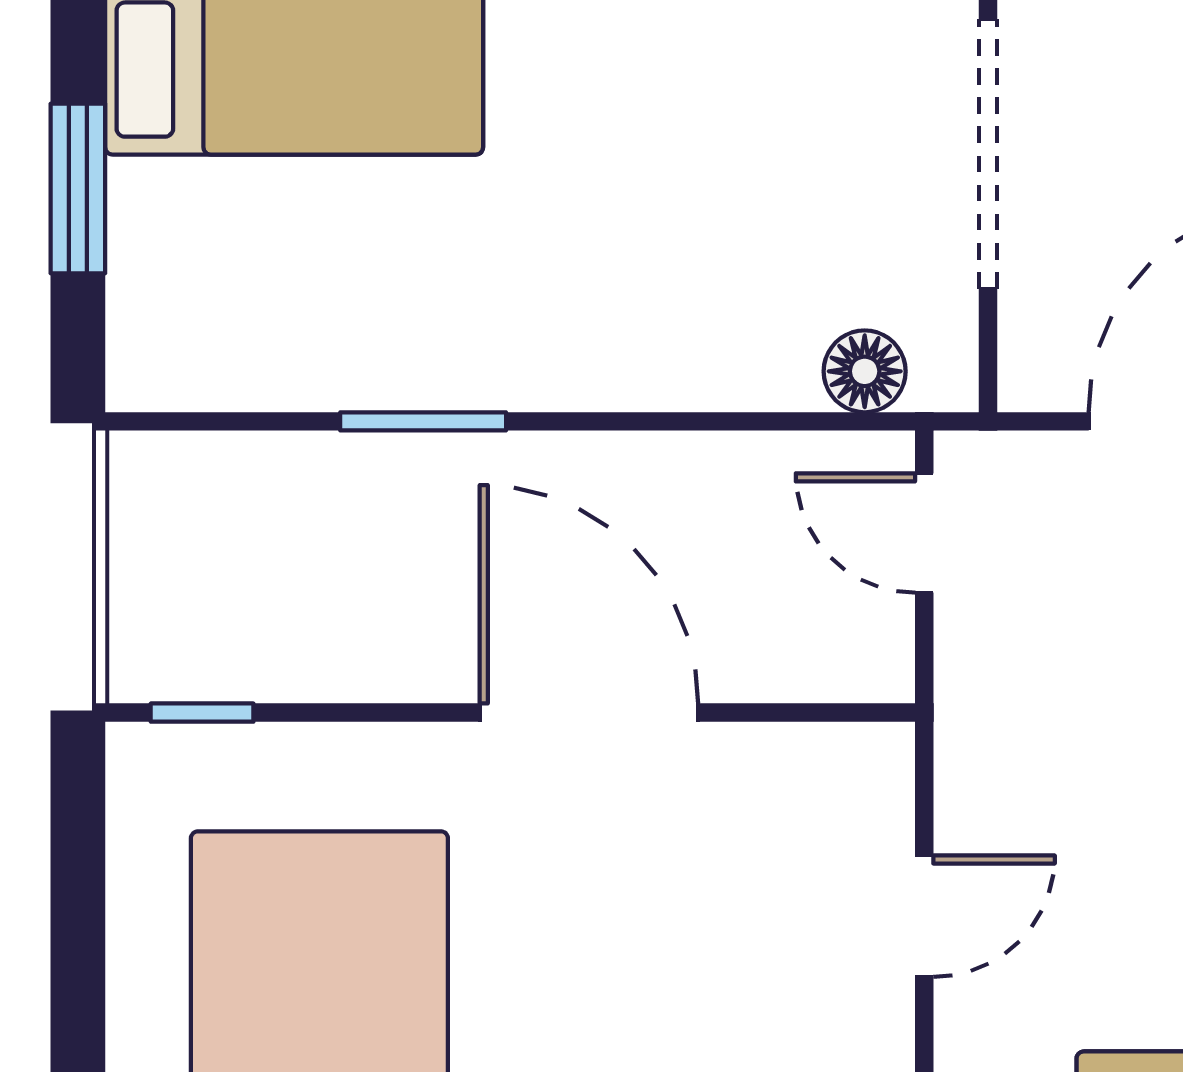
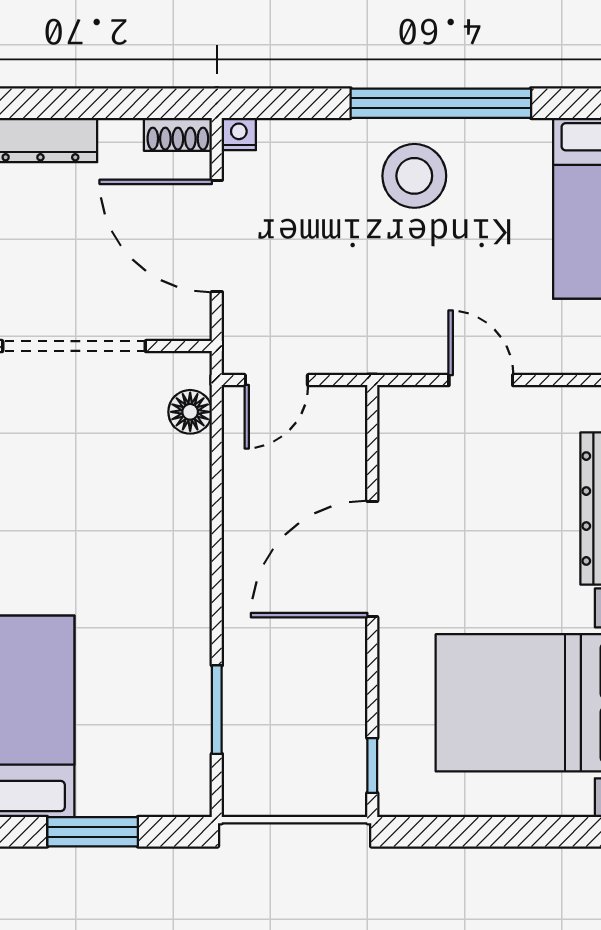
window: (423, 421) -> (217, 710), moved

